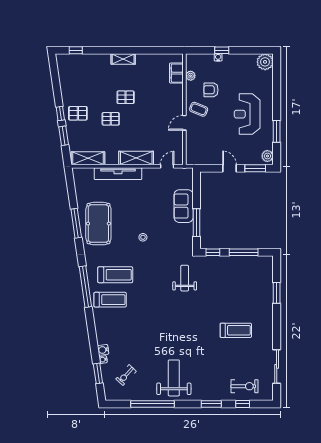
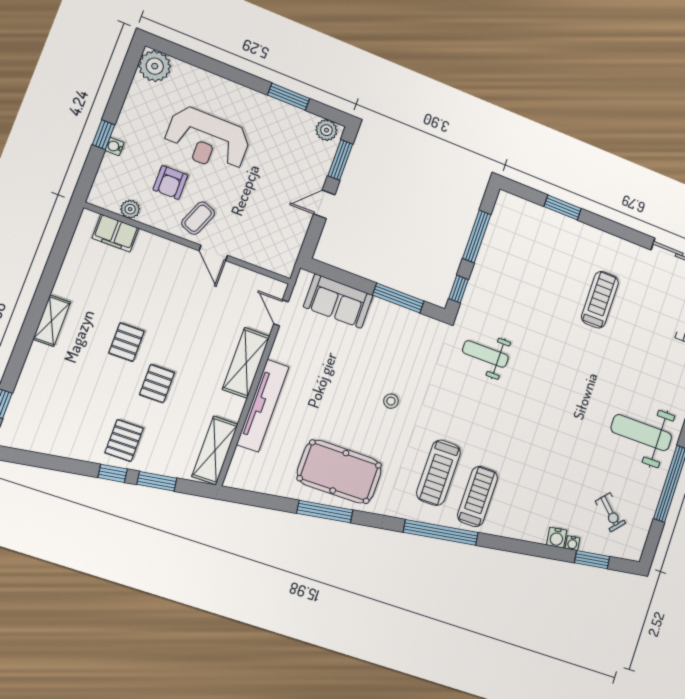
reception desk: (247, 114) -> (207, 140), moved
sofa: (184, 206) -> (338, 301), moved
treadmill: (115, 275) -> (438, 473), turned 180

